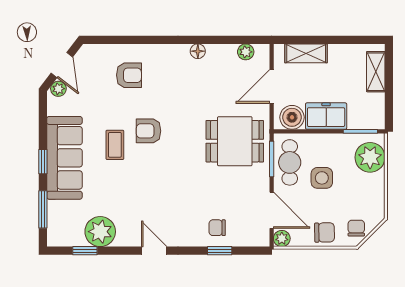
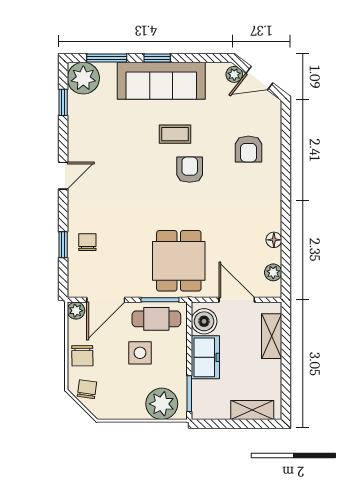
floor lamp: (198, 51) -> (274, 240), moved
chair: (356, 228) -> (87, 389), turned -82
plant: (100, 232) -> (83, 78), moved

